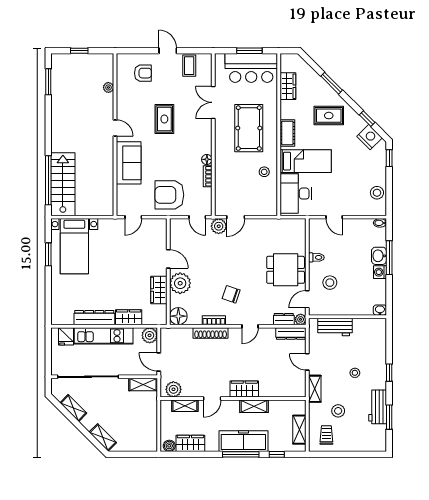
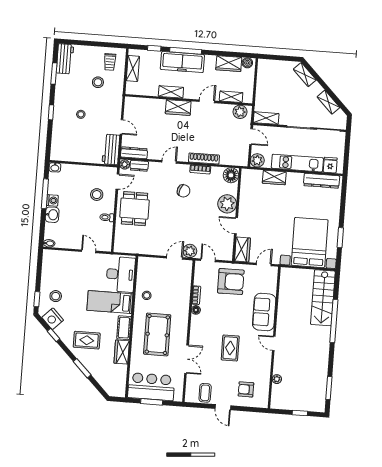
wardrobe: (288, 86) -> (122, 352), moved
window: (48, 180) -> (334, 321), moved
stool: (377, 193) -> (56, 296), moved
bed with nightstands: (74, 246) -> (310, 243), width x1.36
window: (389, 258) -> (45, 194), moved
dining table: (286, 270) -> (135, 209), turned 90
wardrobe: (159, 290) -> (242, 250), moved
dresser: (94, 318) -> (322, 181), moved
workbench: (335, 327) -> (111, 149), moved, turned -90
shelving: (315, 389) -> (117, 103), removed
workbench: (378, 407) -> (65, 59), moved

